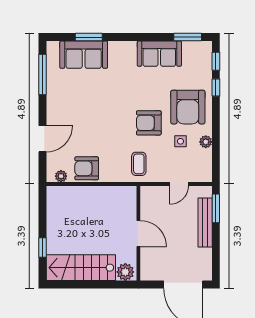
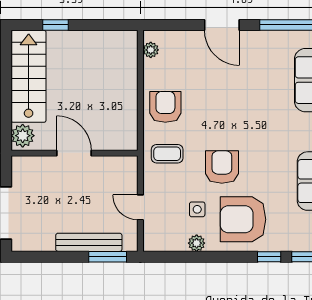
door: (42, 139) -> (222, 25), moved
armchair: (87, 168) -> (165, 107), moved
door: (138, 234) -> (74, 153), swing flipped

